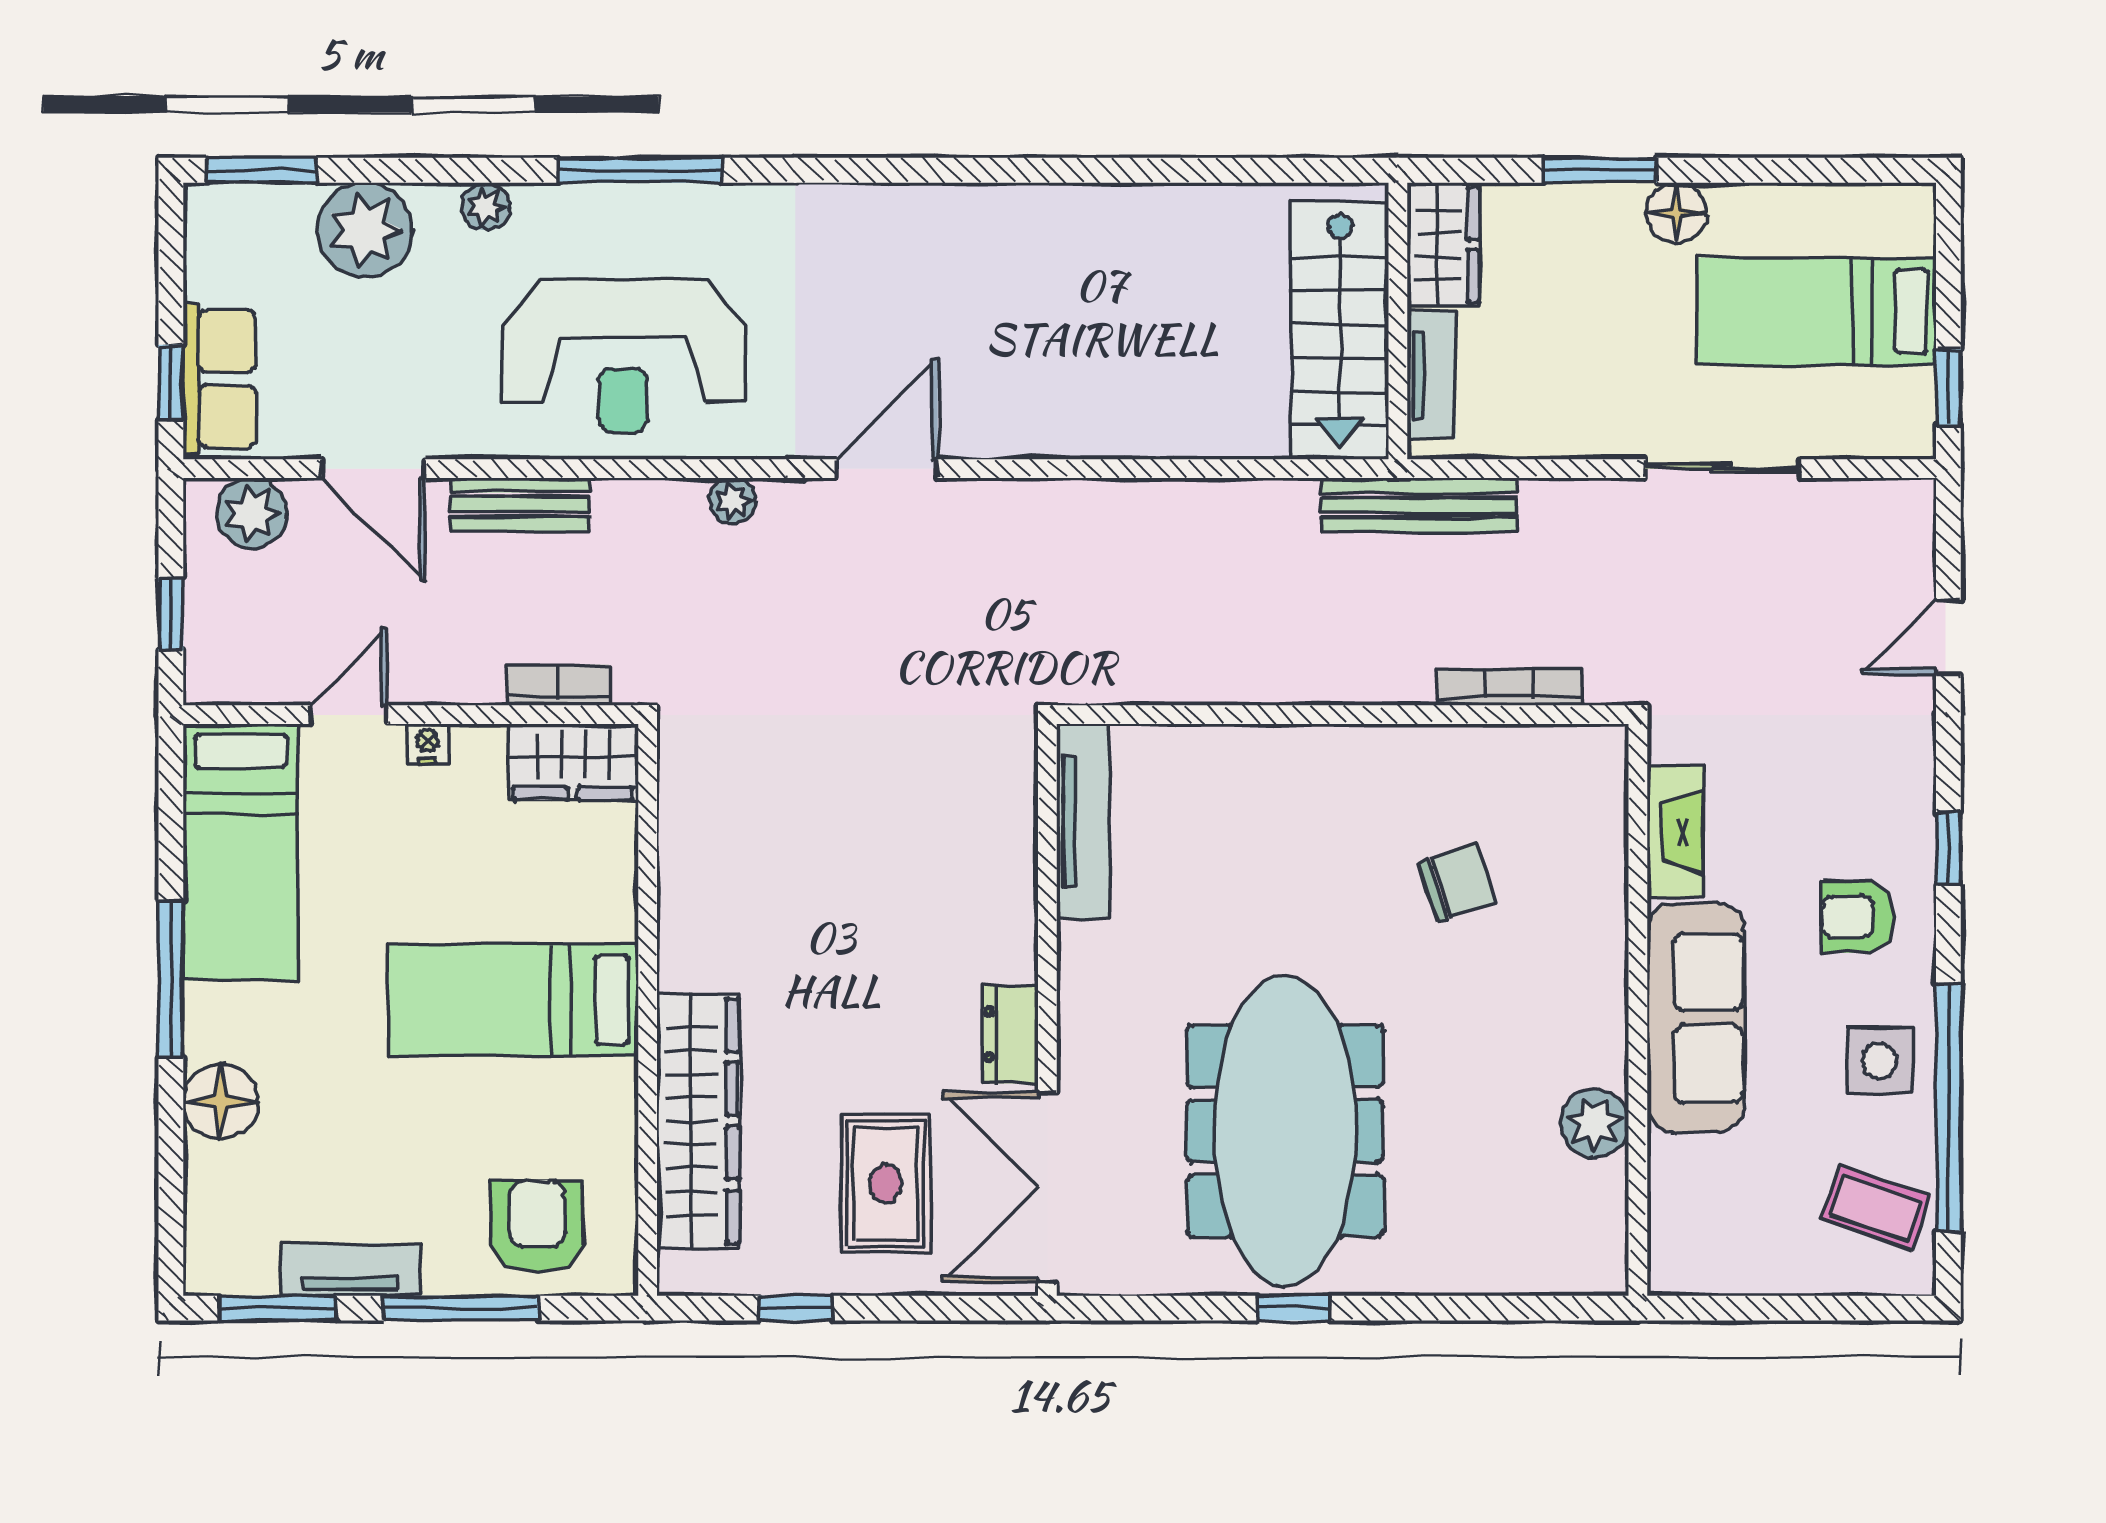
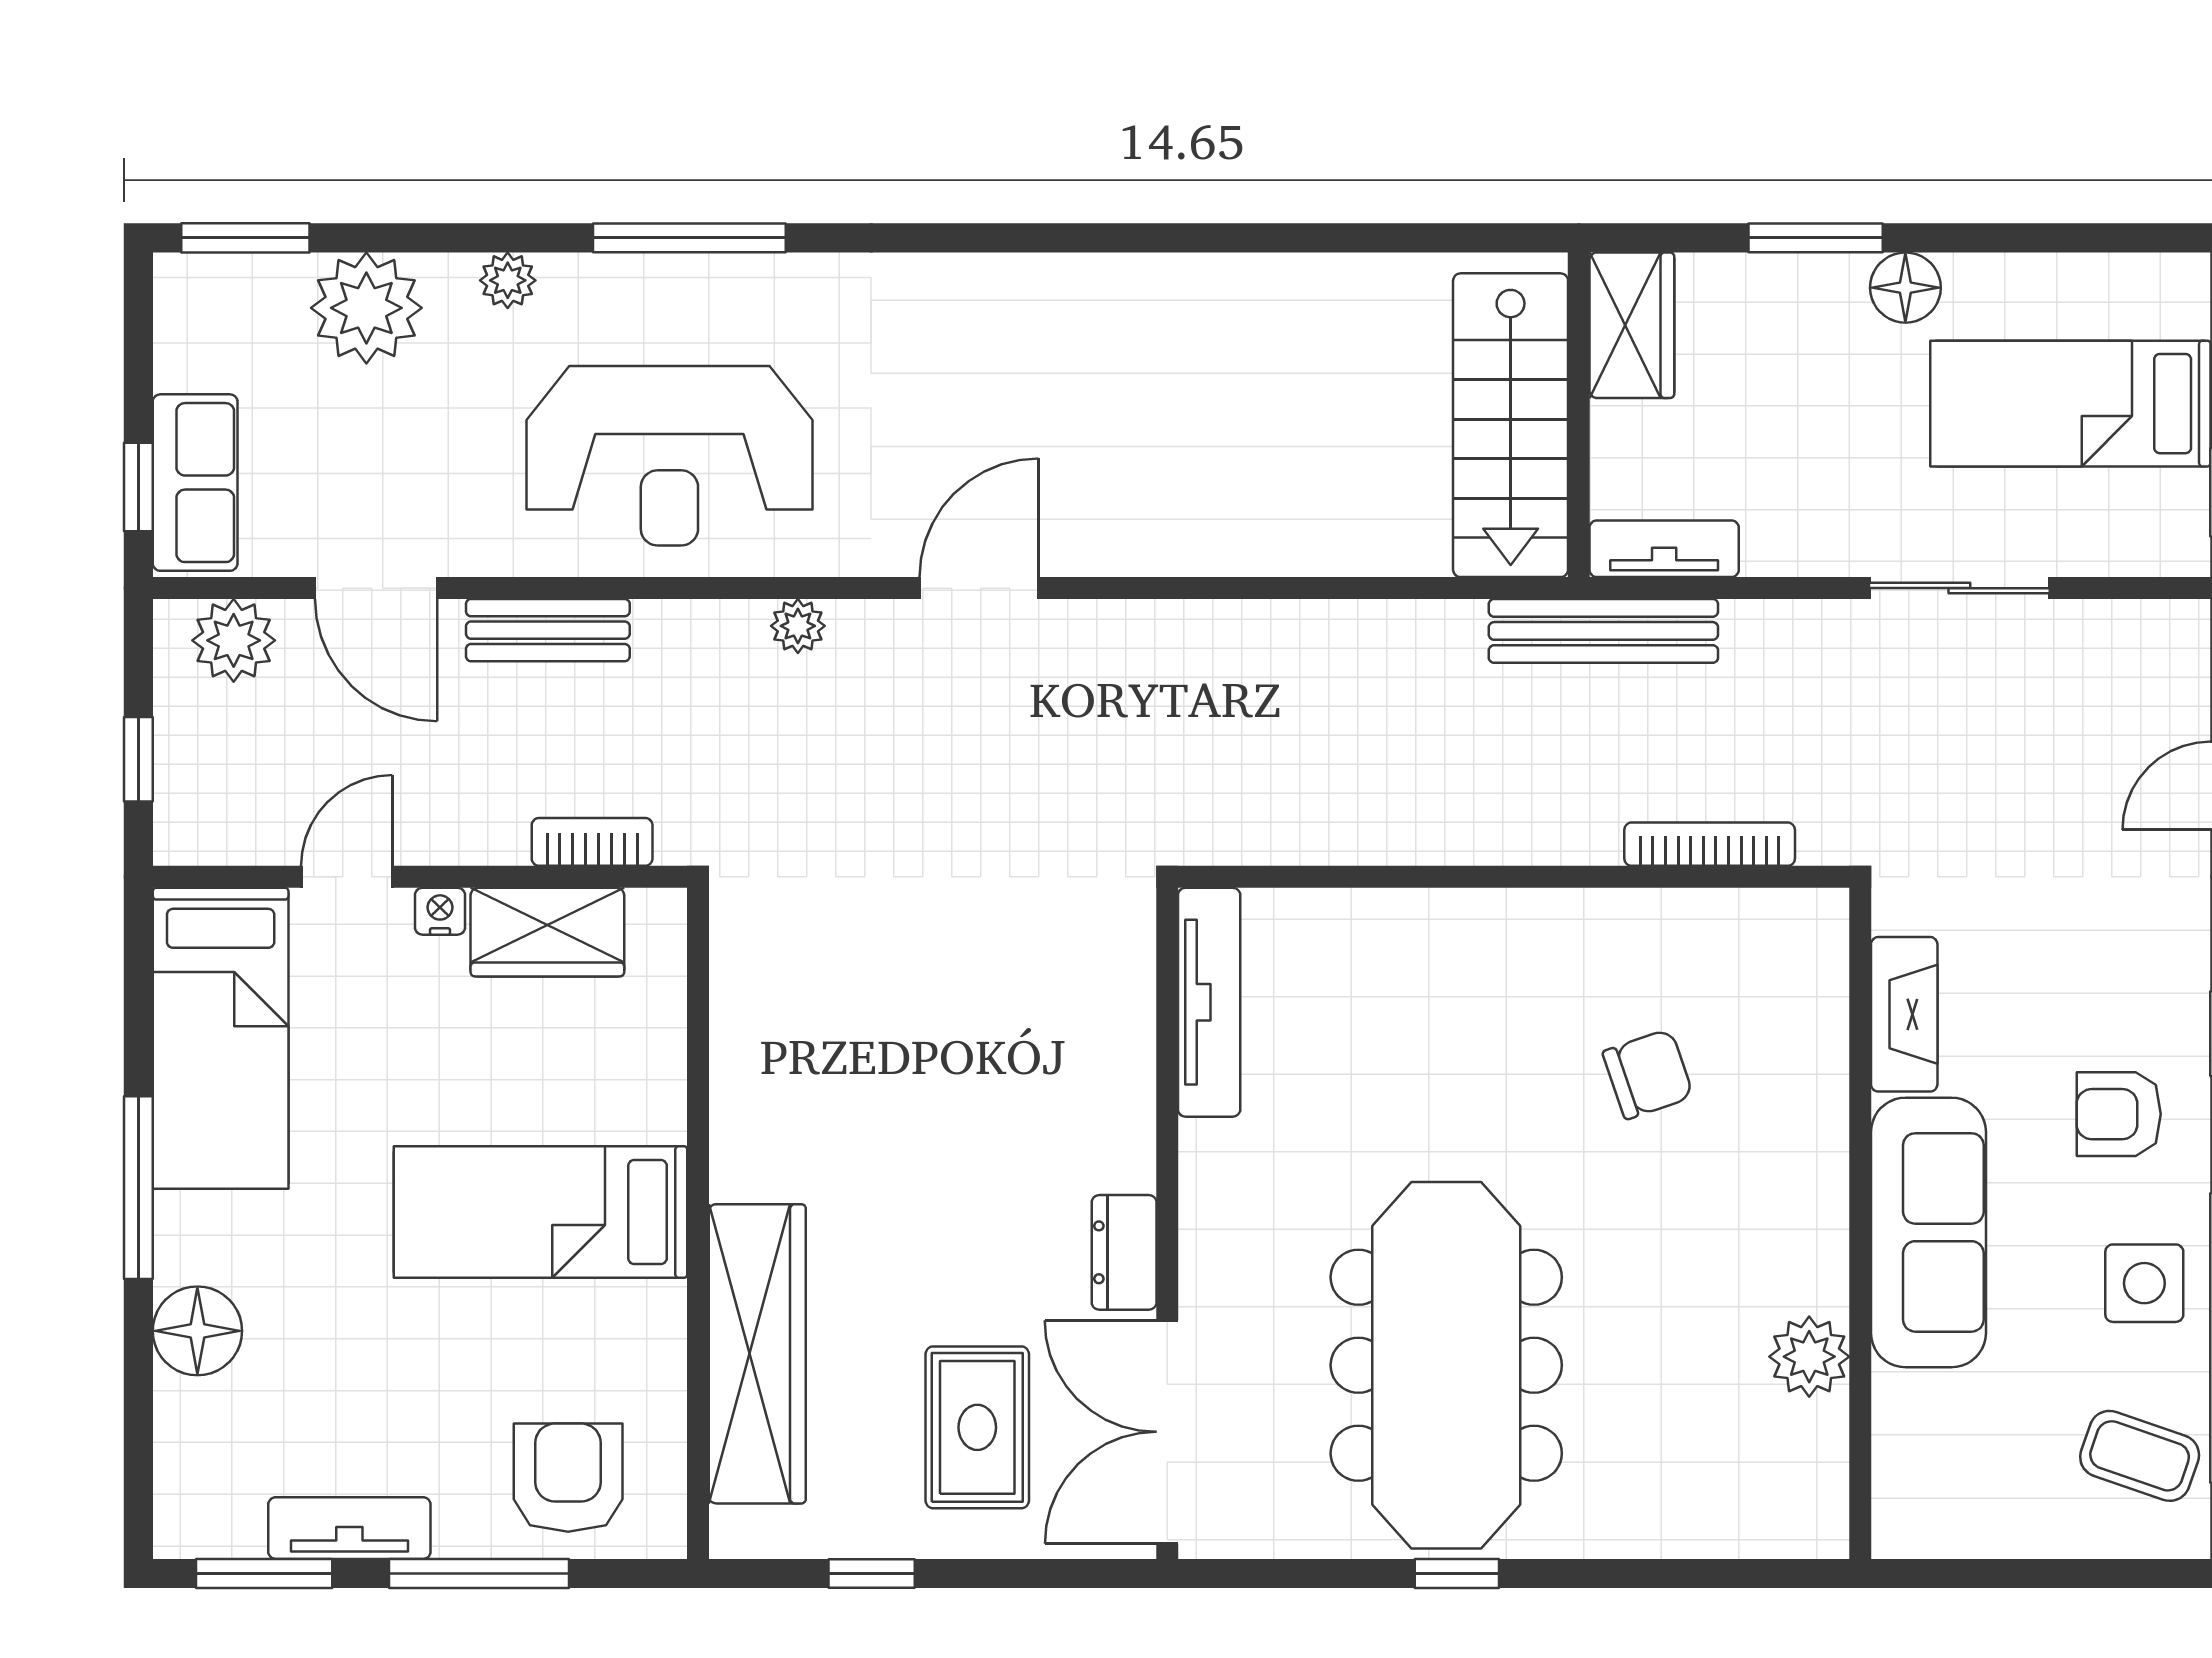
tv unit: (1431, 375) -> (1664, 549), moved, turned -90
wardrobe: (573, 762) -> (547, 932), moved

